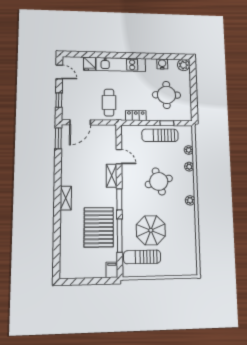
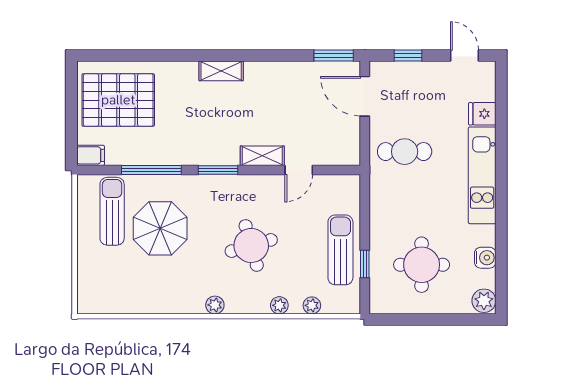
door: (59, 72) -> (465, 55), swing flipped
locker: (136, 116) -> (379, 203), removed
pallet: (99, 227) -> (118, 100), moved

